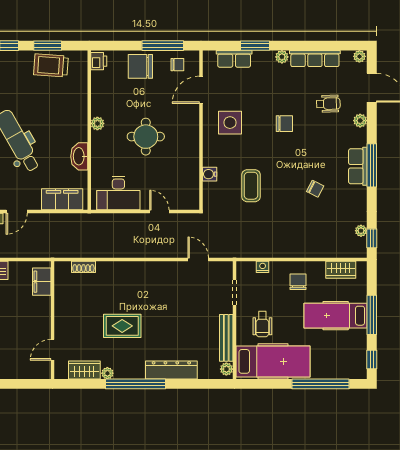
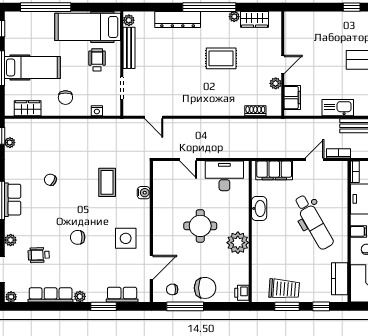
plant: (97, 123) -> (238, 243), width x1.87, depth x1.87
plant: (61, 298) -> (276, 83), added
door: (52, 350) -> (283, 64), moved

